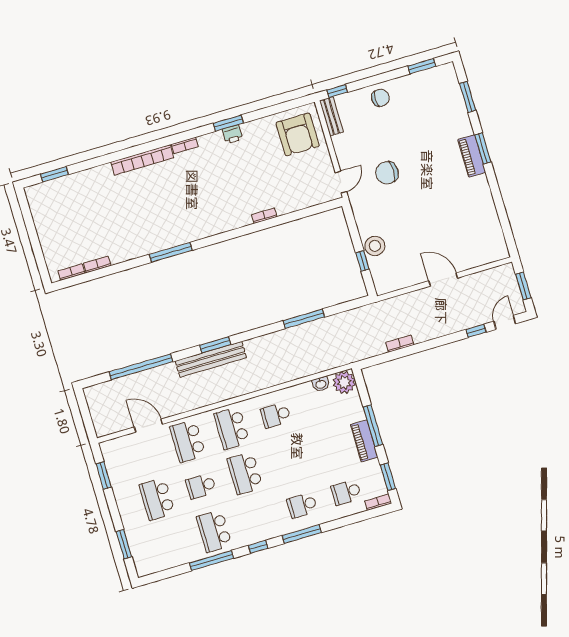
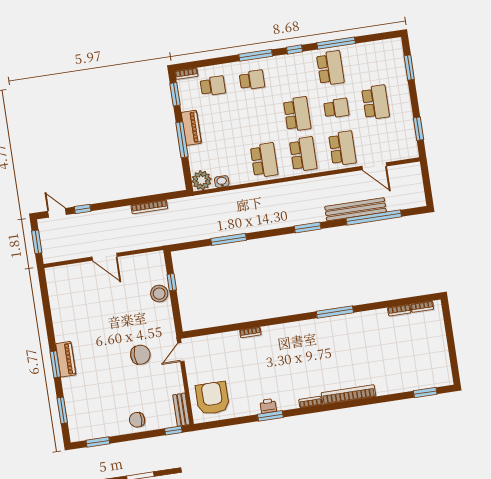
door: (505, 322) -> (57, 213), swing flipped
bookcase: (400, 344) -> (149, 207), width x1.56
bench: (211, 359) -> (355, 209), moved
school desk: (276, 415) -> (264, 160), width x1.85

